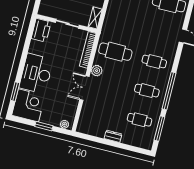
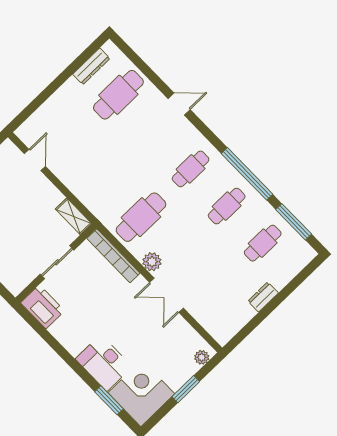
desk: (36, 74) -> (104, 363), width x0.73, depth x0.77

